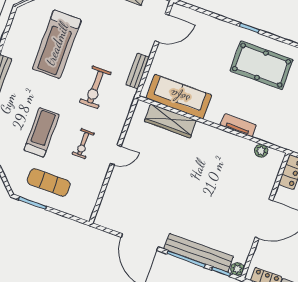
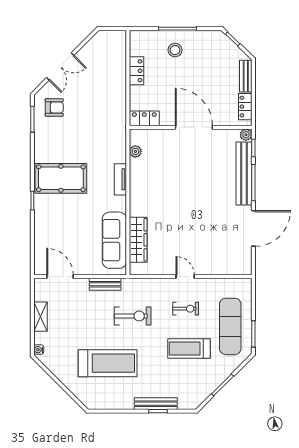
pool table: (261, 65) -> (61, 178), turned 90
exercise mat: (49, 182) -> (230, 326), width x1.36, depth x1.45

